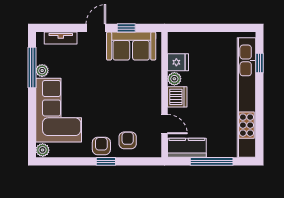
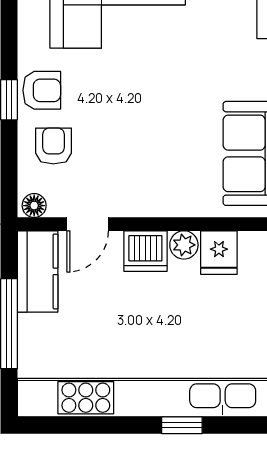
window: (260, 63) -> (182, 425), moved
armchair: (128, 140) -> (53, 146), turned -90
floor lamp: (156, 149) -> (34, 206), added

